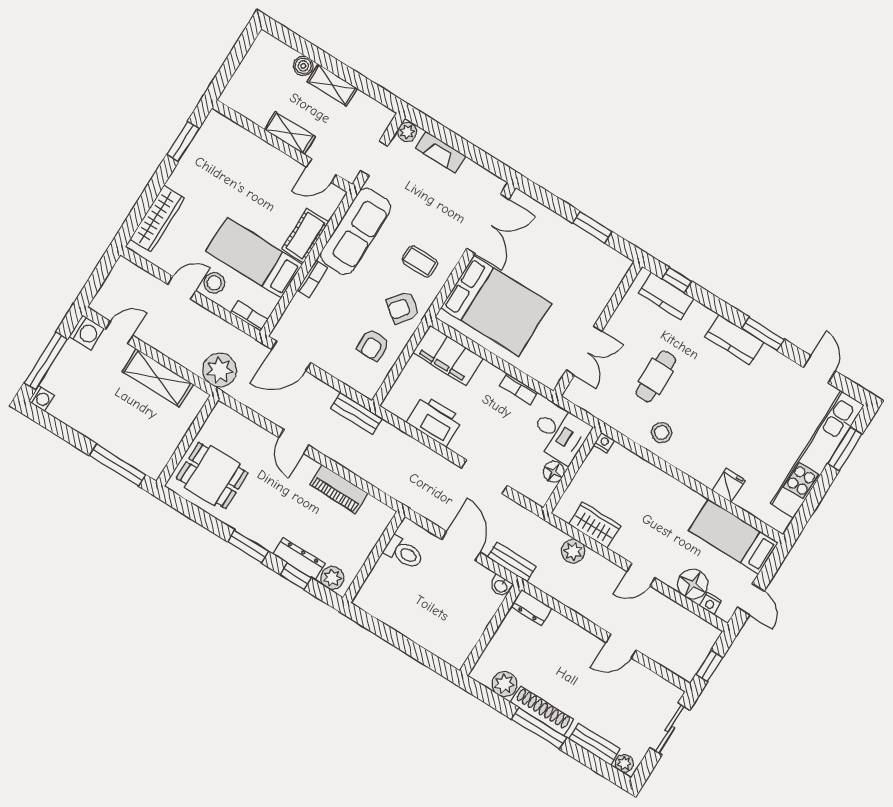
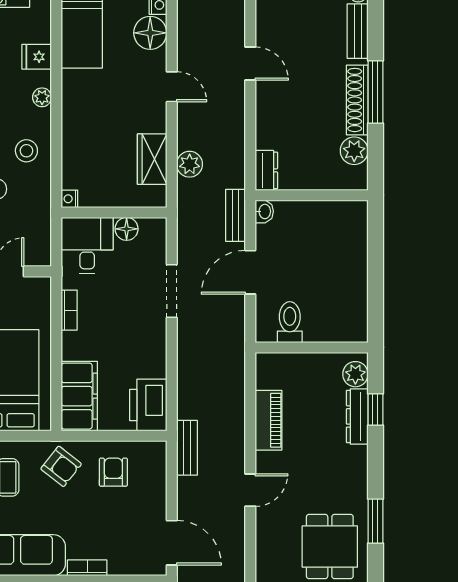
armchair: (373, 345) -> (113, 472), turned -90
printer: (435, 421) -> (148, 405), moved
plant: (695, 470) -> (42, 97), added
window: (248, 547) -> (375, 521), moved

